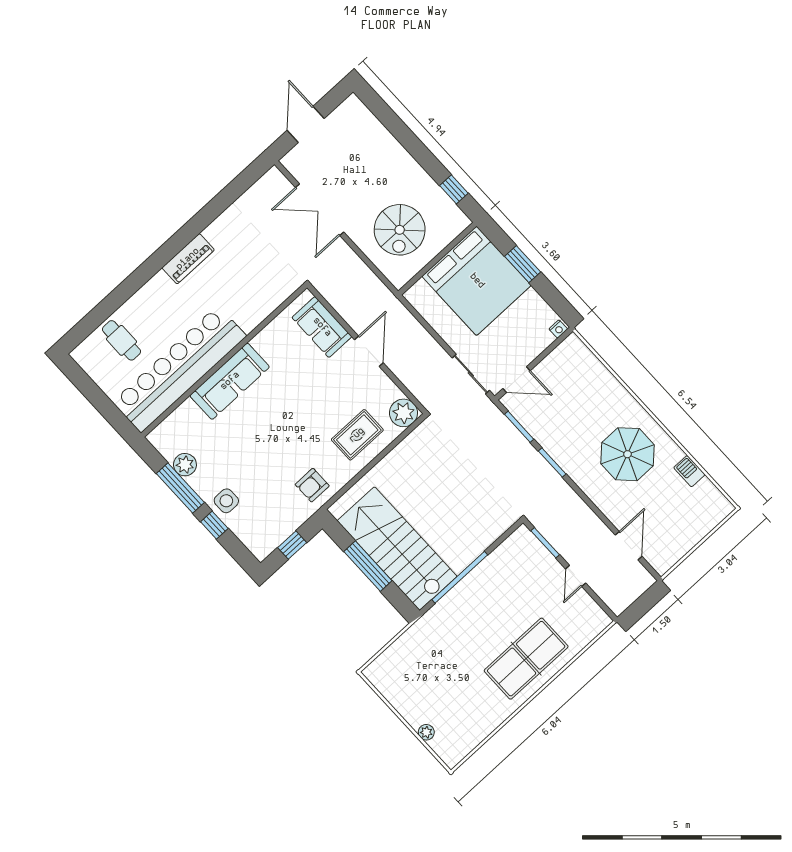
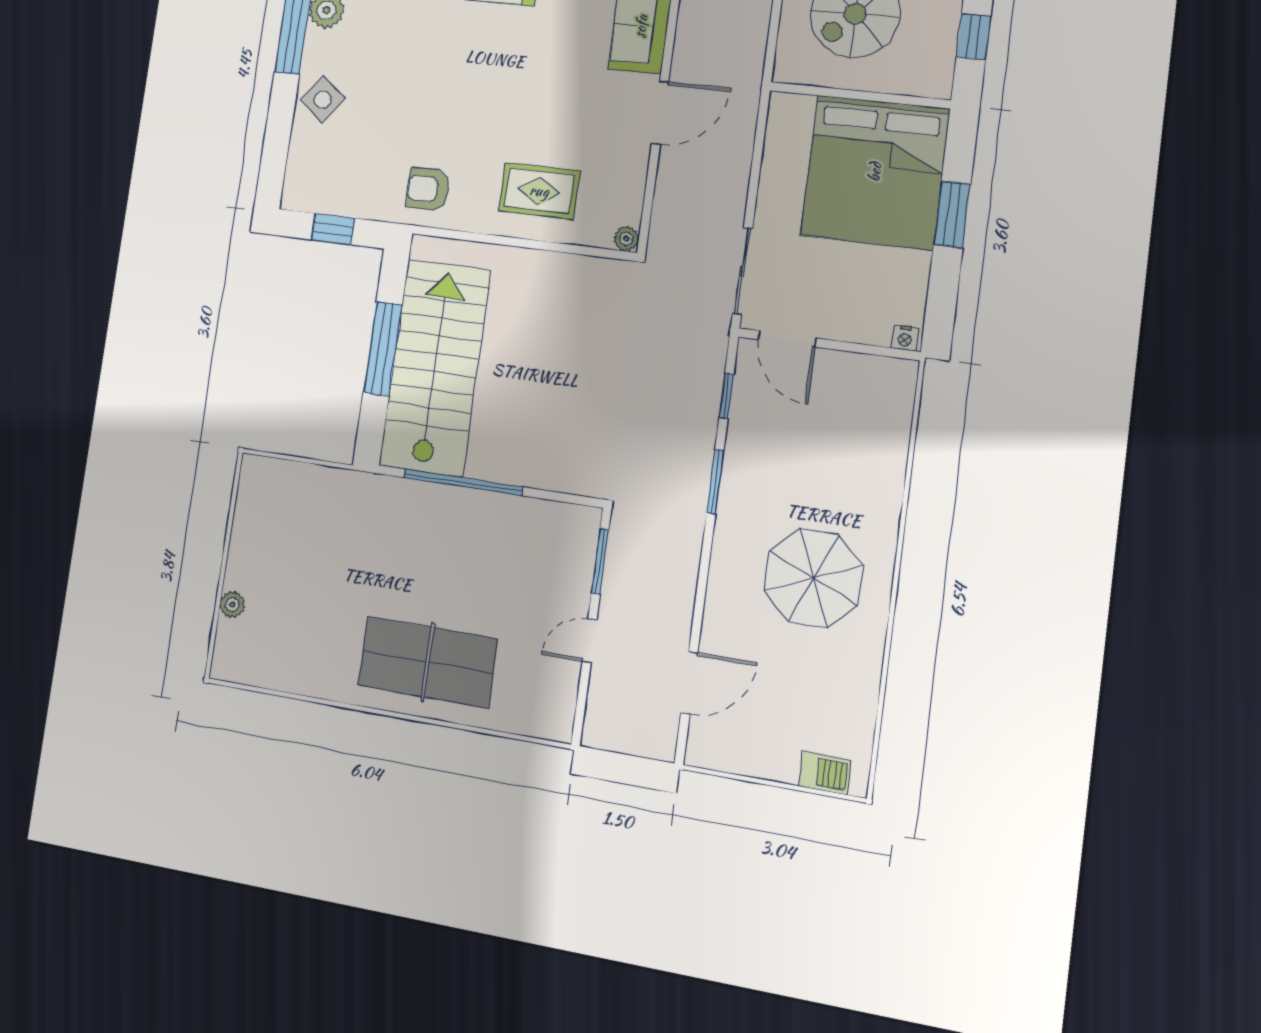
plant: (404, 413) -> (626, 239), width x0.53, depth x0.53
window: (519, 427) -> (726, 396), width x0.67
barbecue: (689, 471) -> (825, 773), moved, turned 90
side table: (226, 501) -> (323, 99), turned 38
window: (214, 525) -> (281, 111), removed

